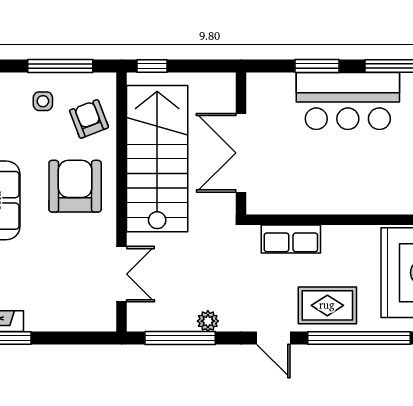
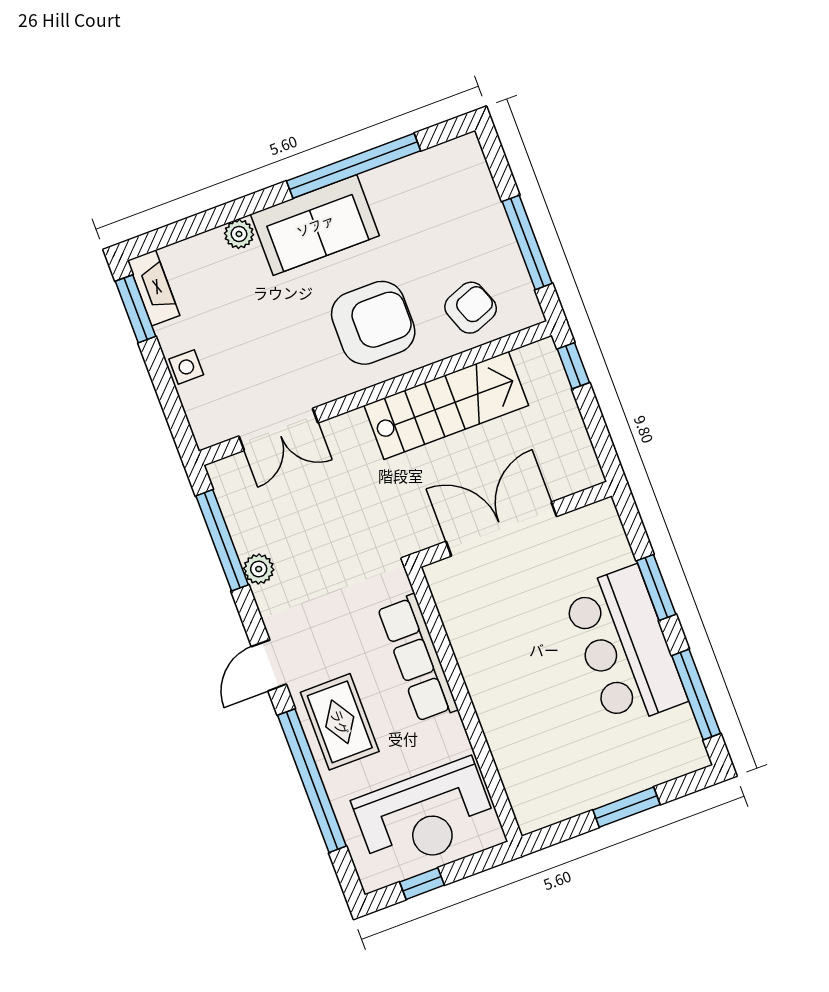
side table: (43, 101) -> (186, 367), moved
stairs: (157, 159) -> (446, 405), width x0.73, depth x0.66
row of seats: (291, 239) -> (418, 658), width x1.48

